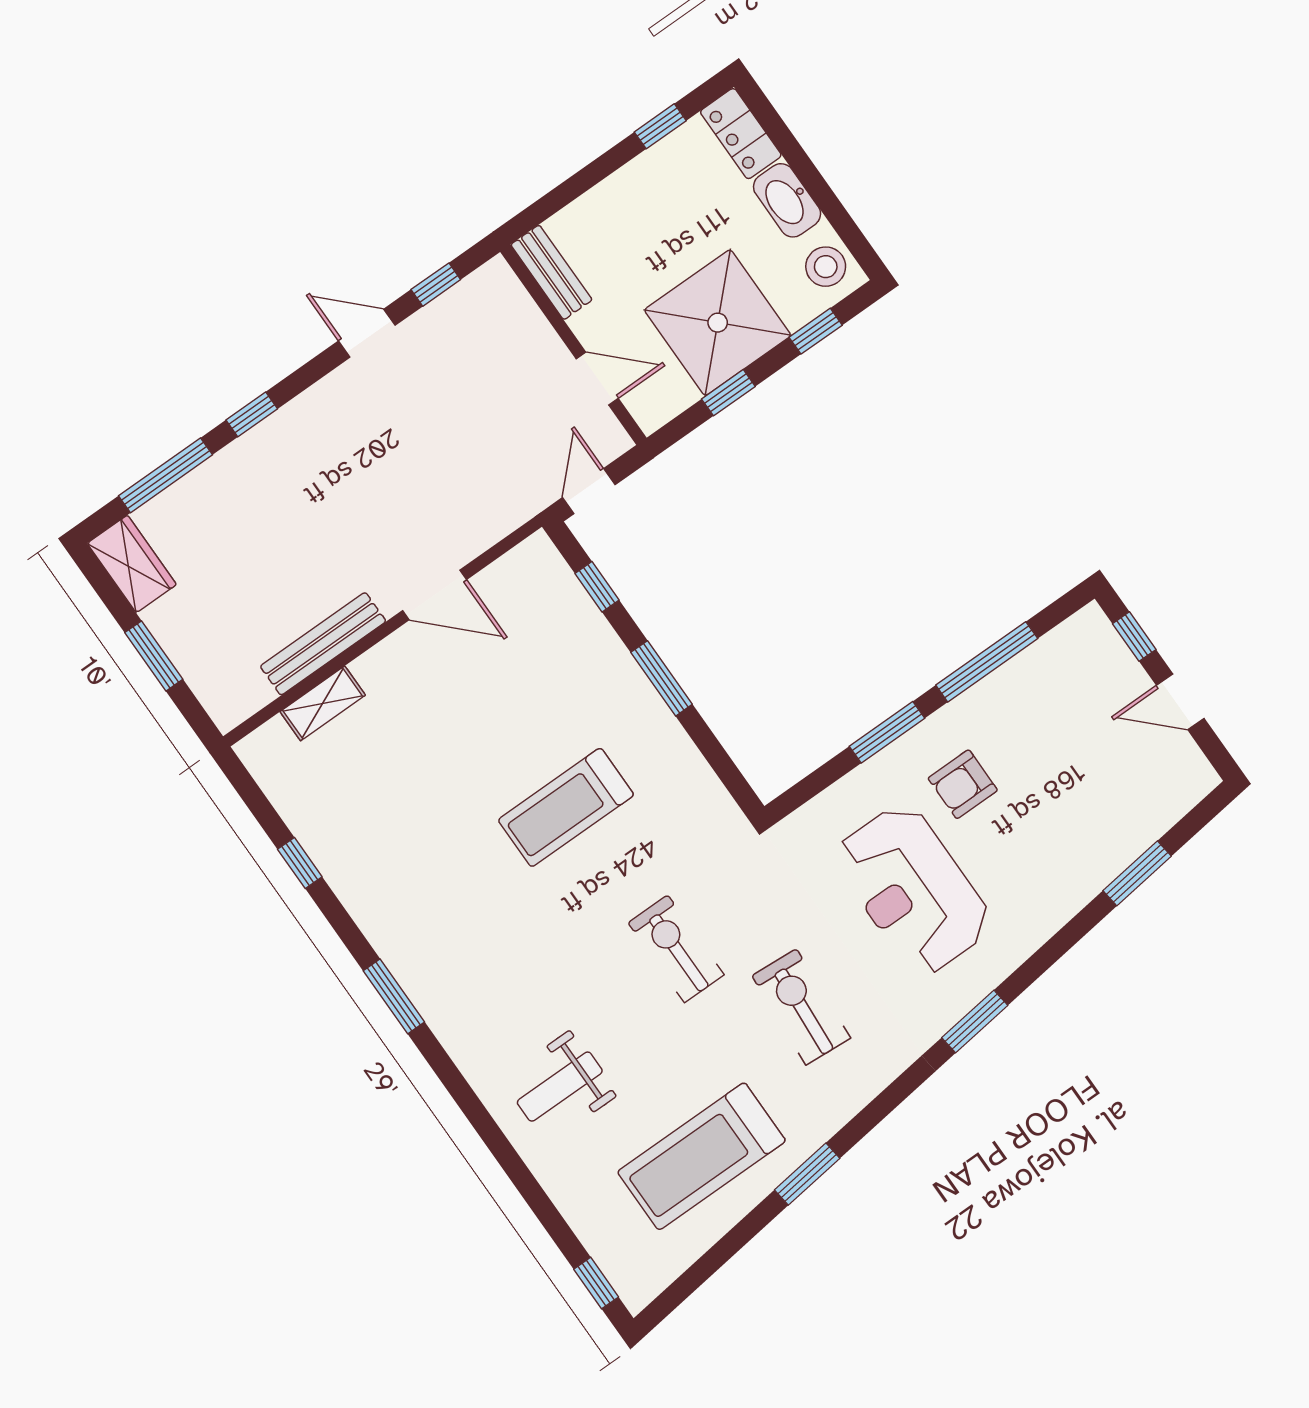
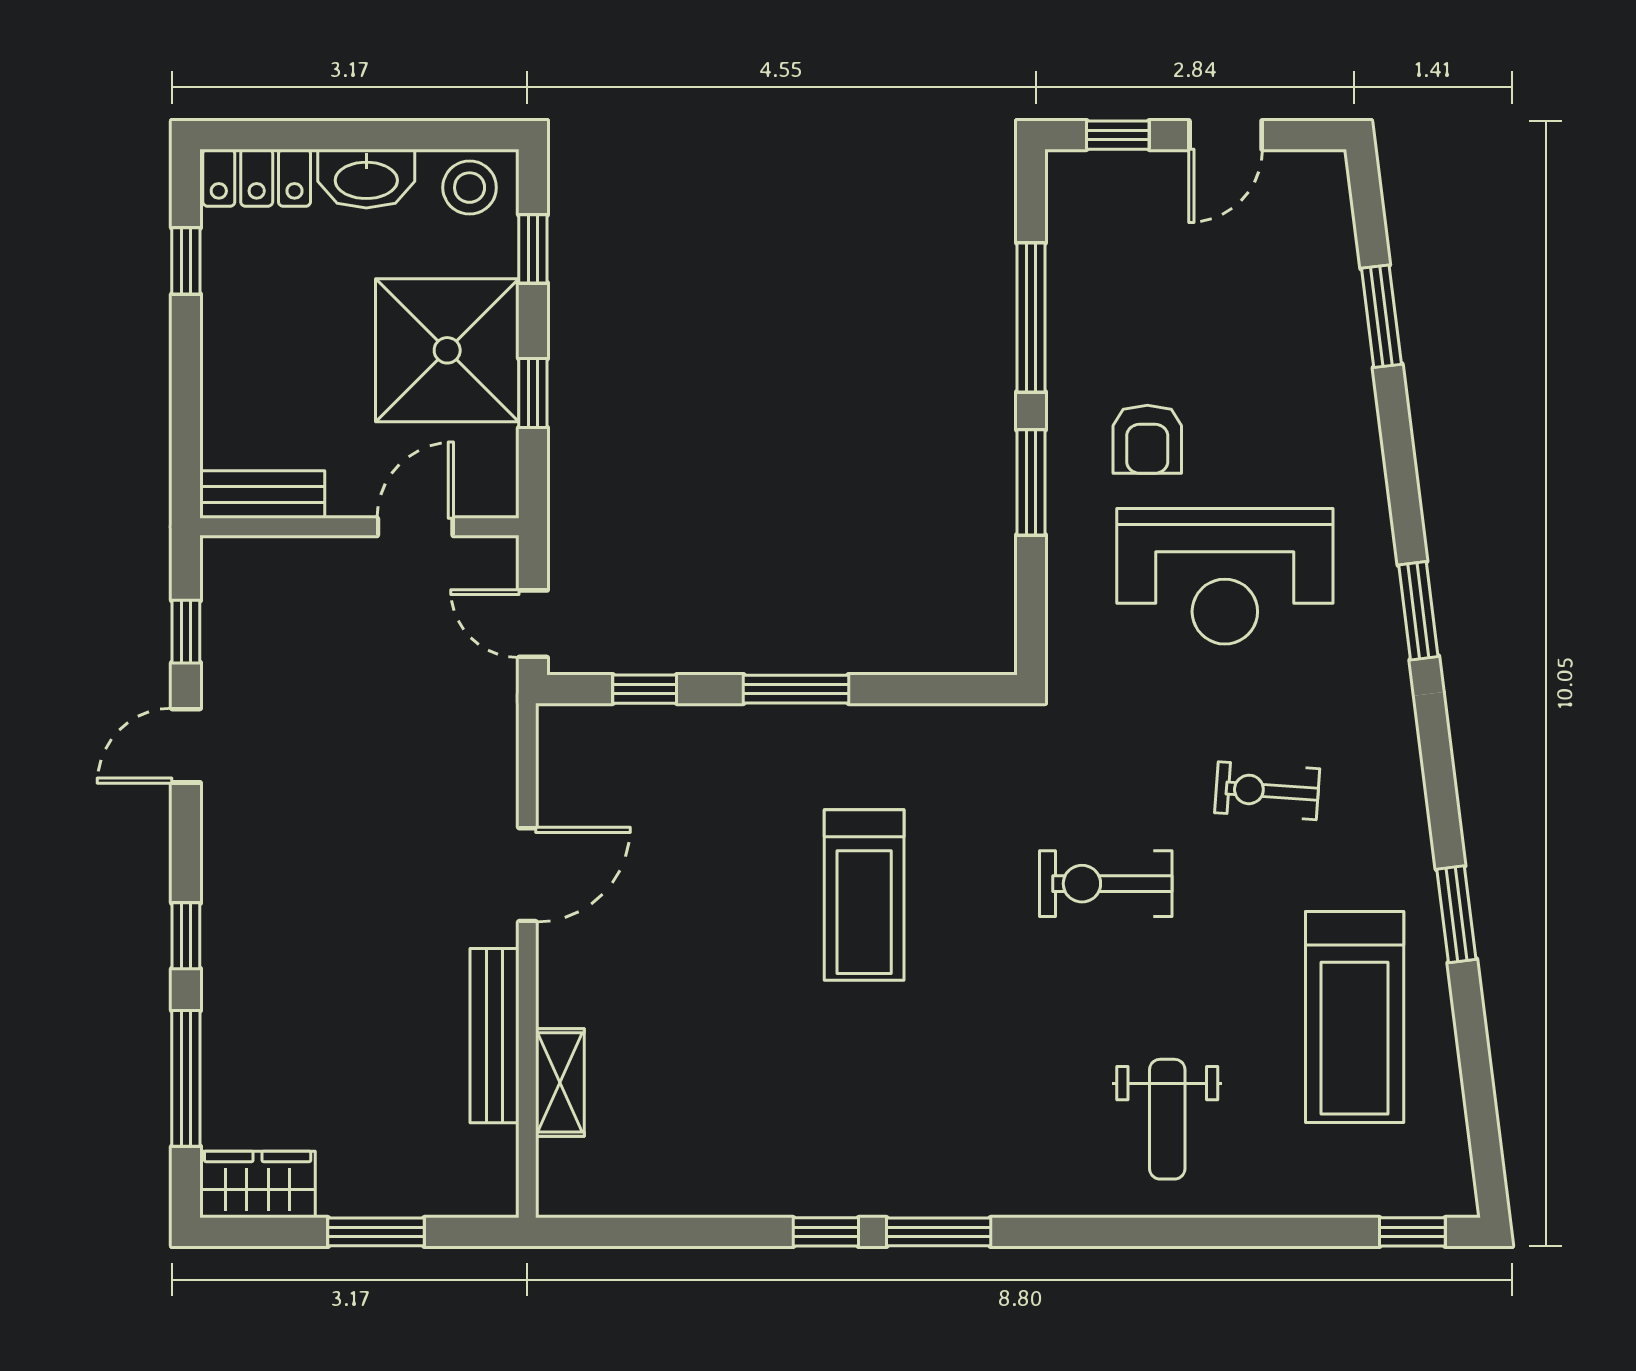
window: (300, 863) -> (826, 1232), moved
exercise bike: (801, 1007) -> (1267, 791), width x0.73, depth x0.72

